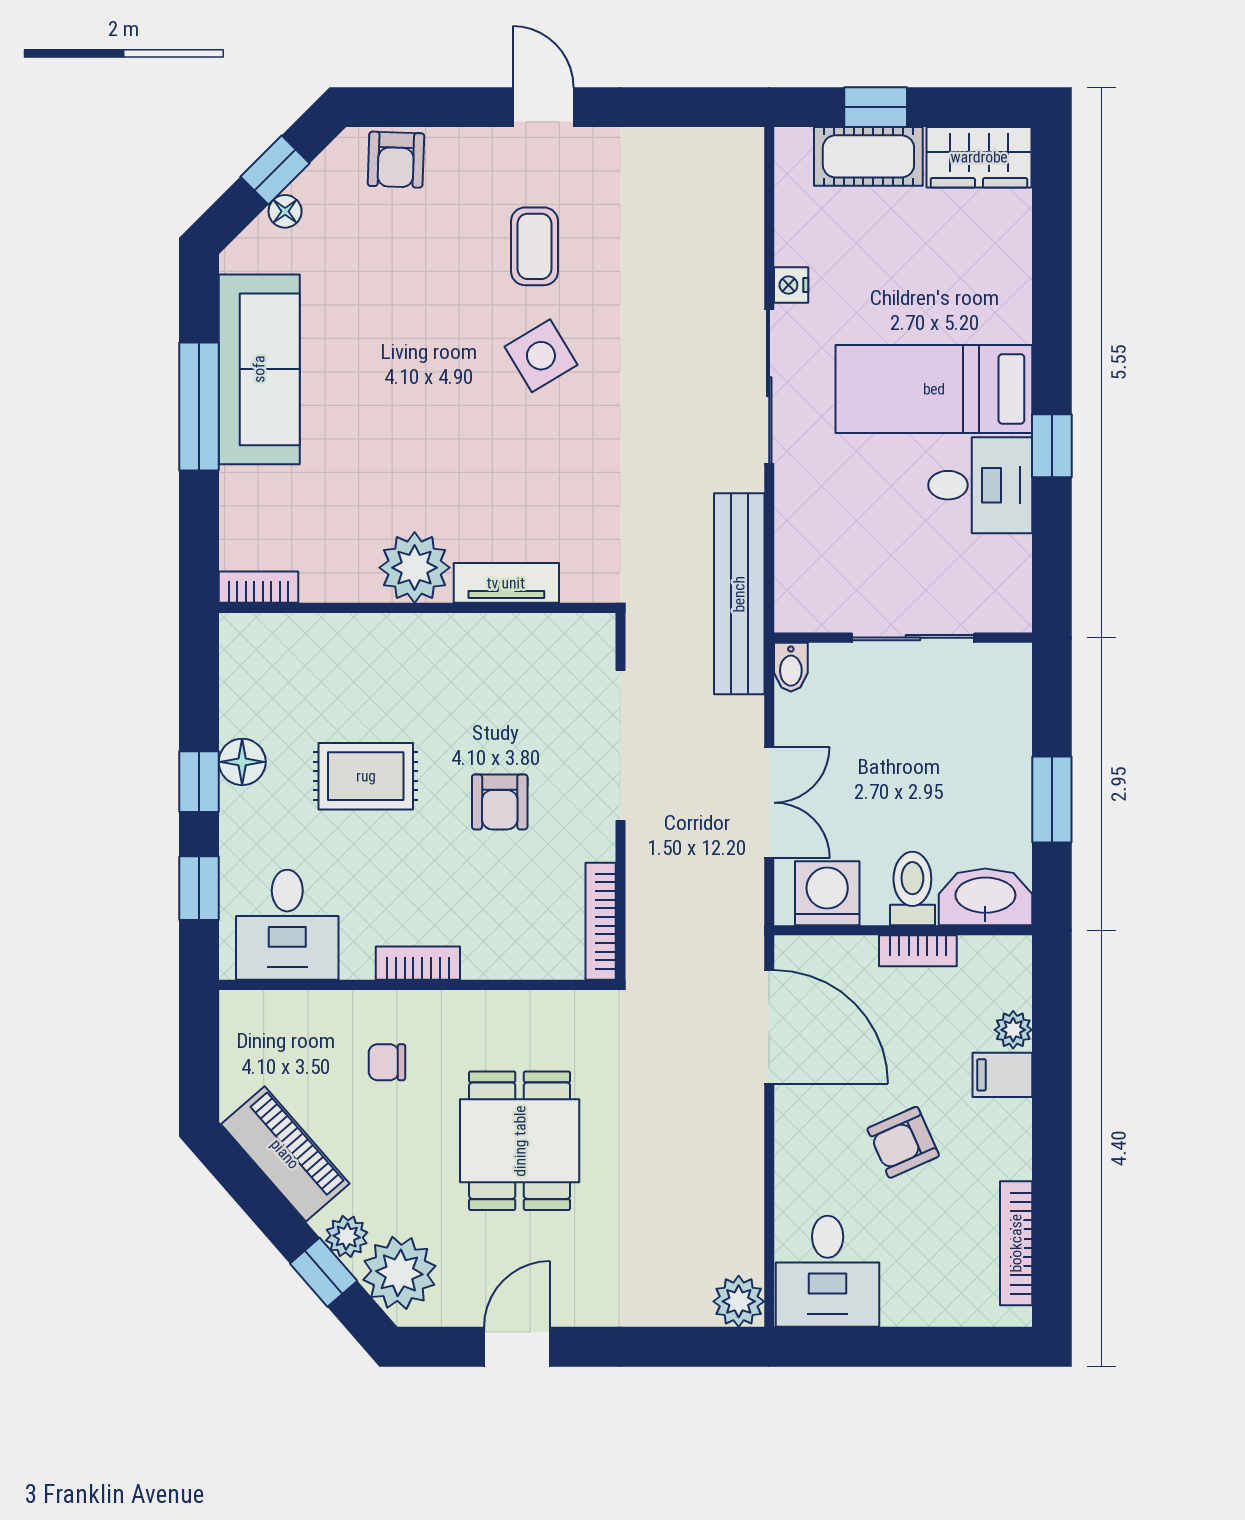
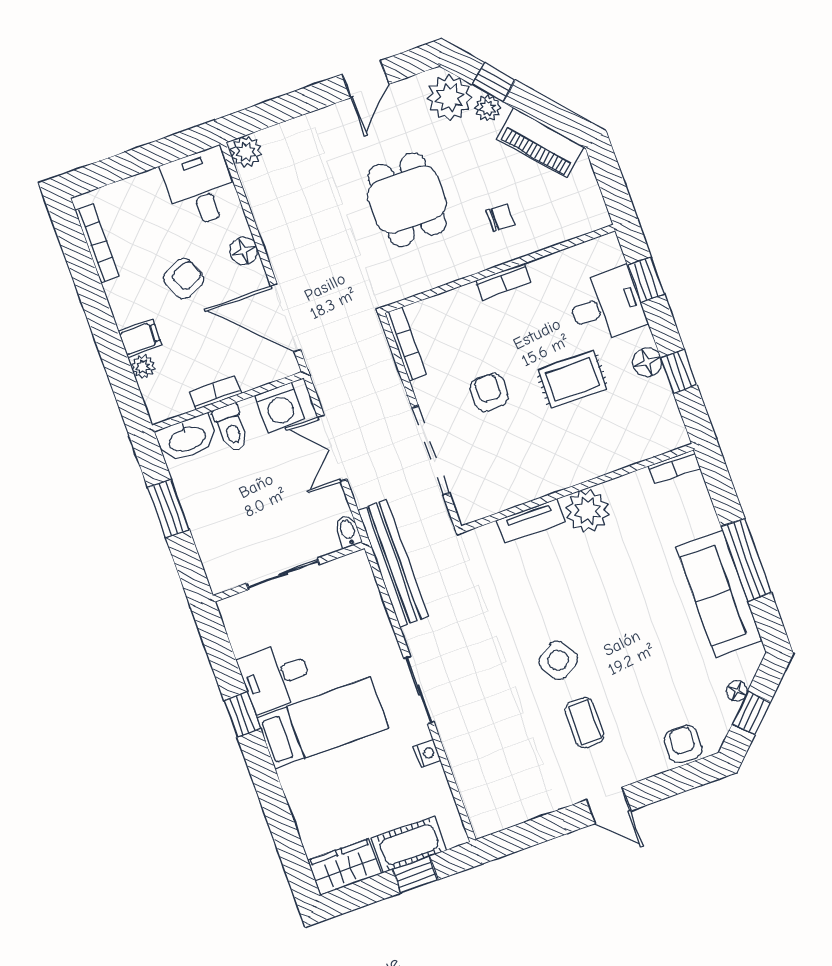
sliding door: (769, 387) -> (419, 690), width x0.73
window: (199, 782) -> (679, 371), moved
desk: (287, 925) -> (606, 305), moved, turned 90
floor lamp: (796, 1151) -> (244, 251), added

